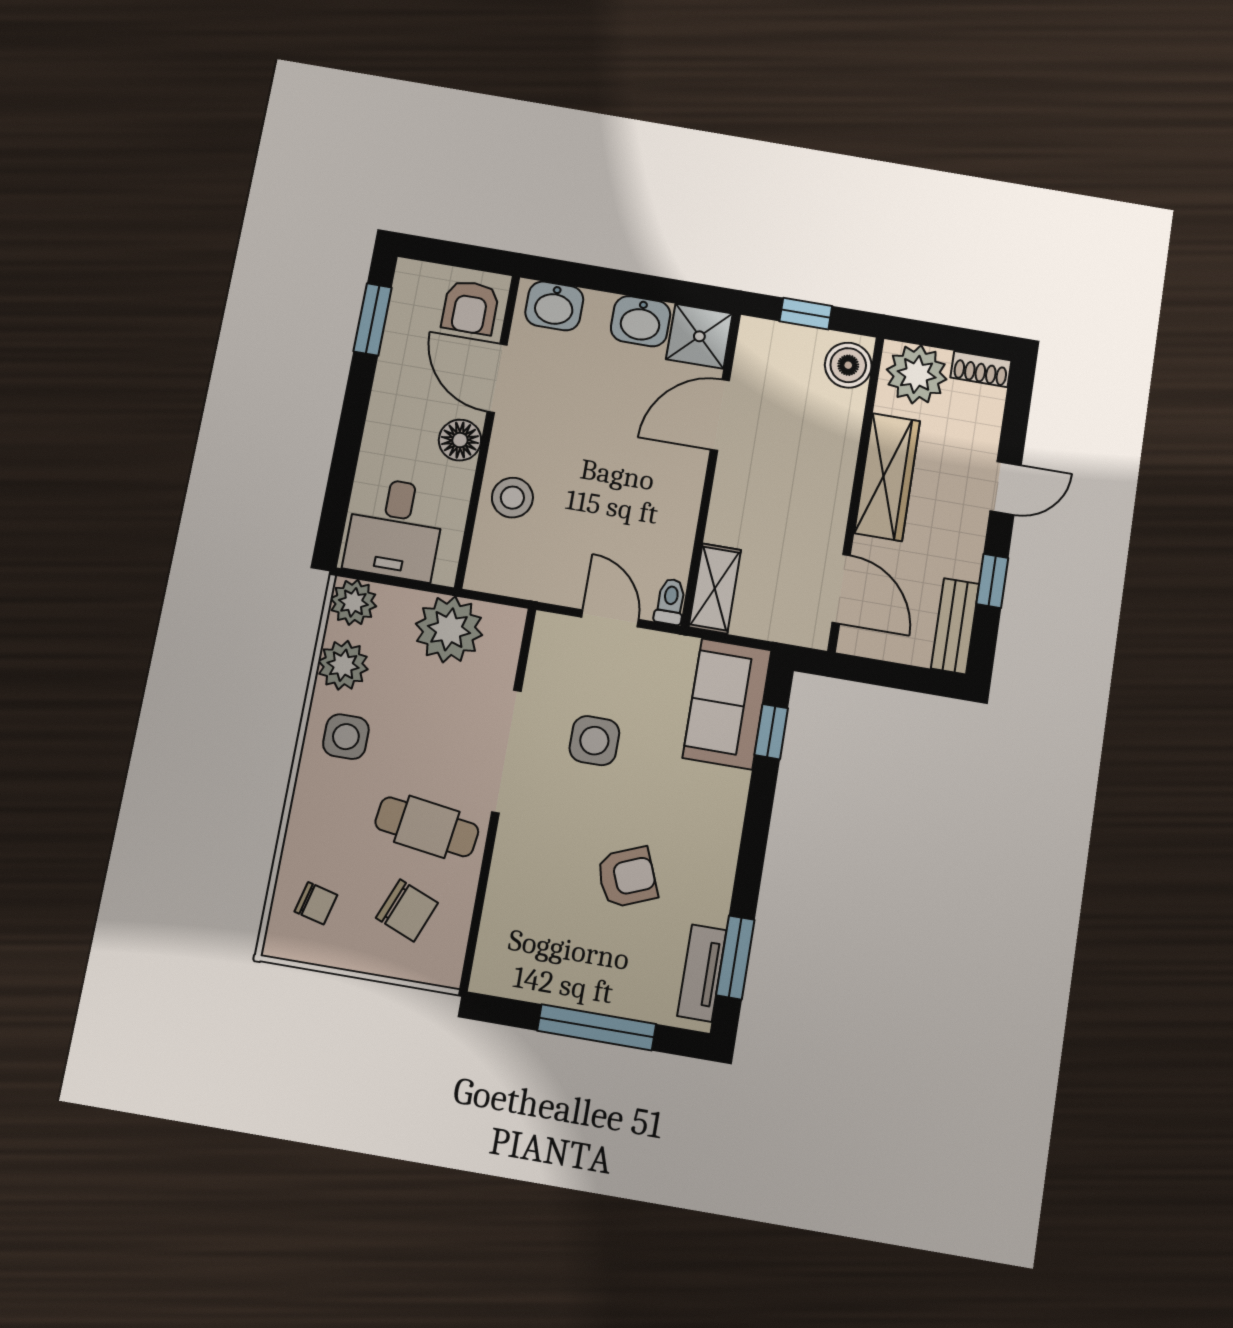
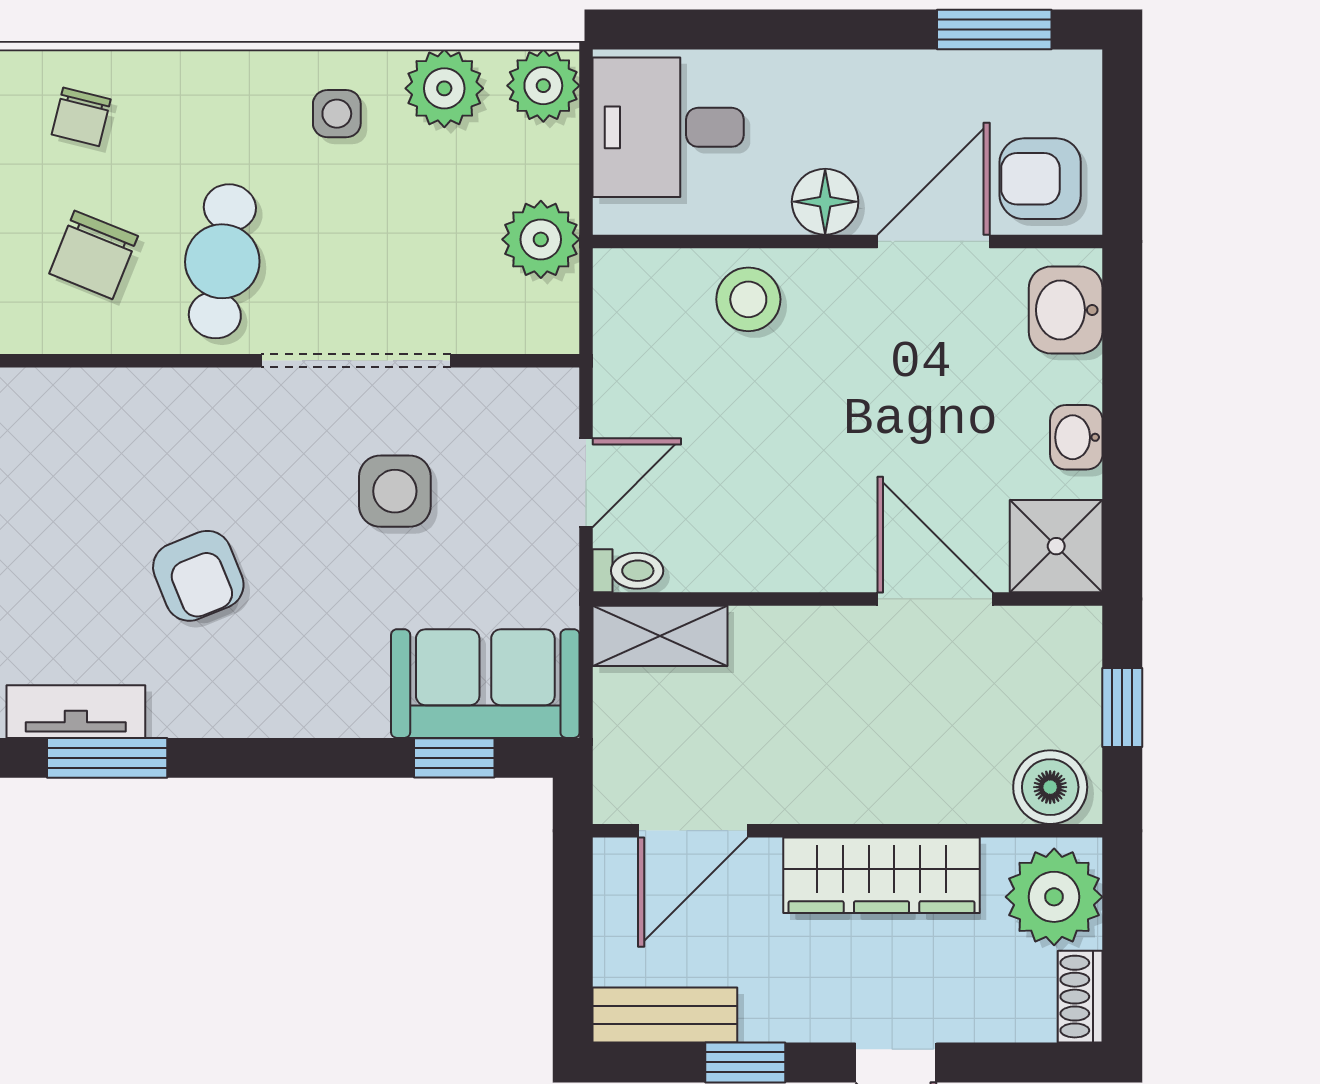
washbasin: (641, 321) -> (1076, 437), width x0.72, depth x0.69
plant: (449, 629) -> (541, 239), width x0.73, depth x0.73
side table: (346, 737) -> (337, 114), width x0.73, depth x0.73

